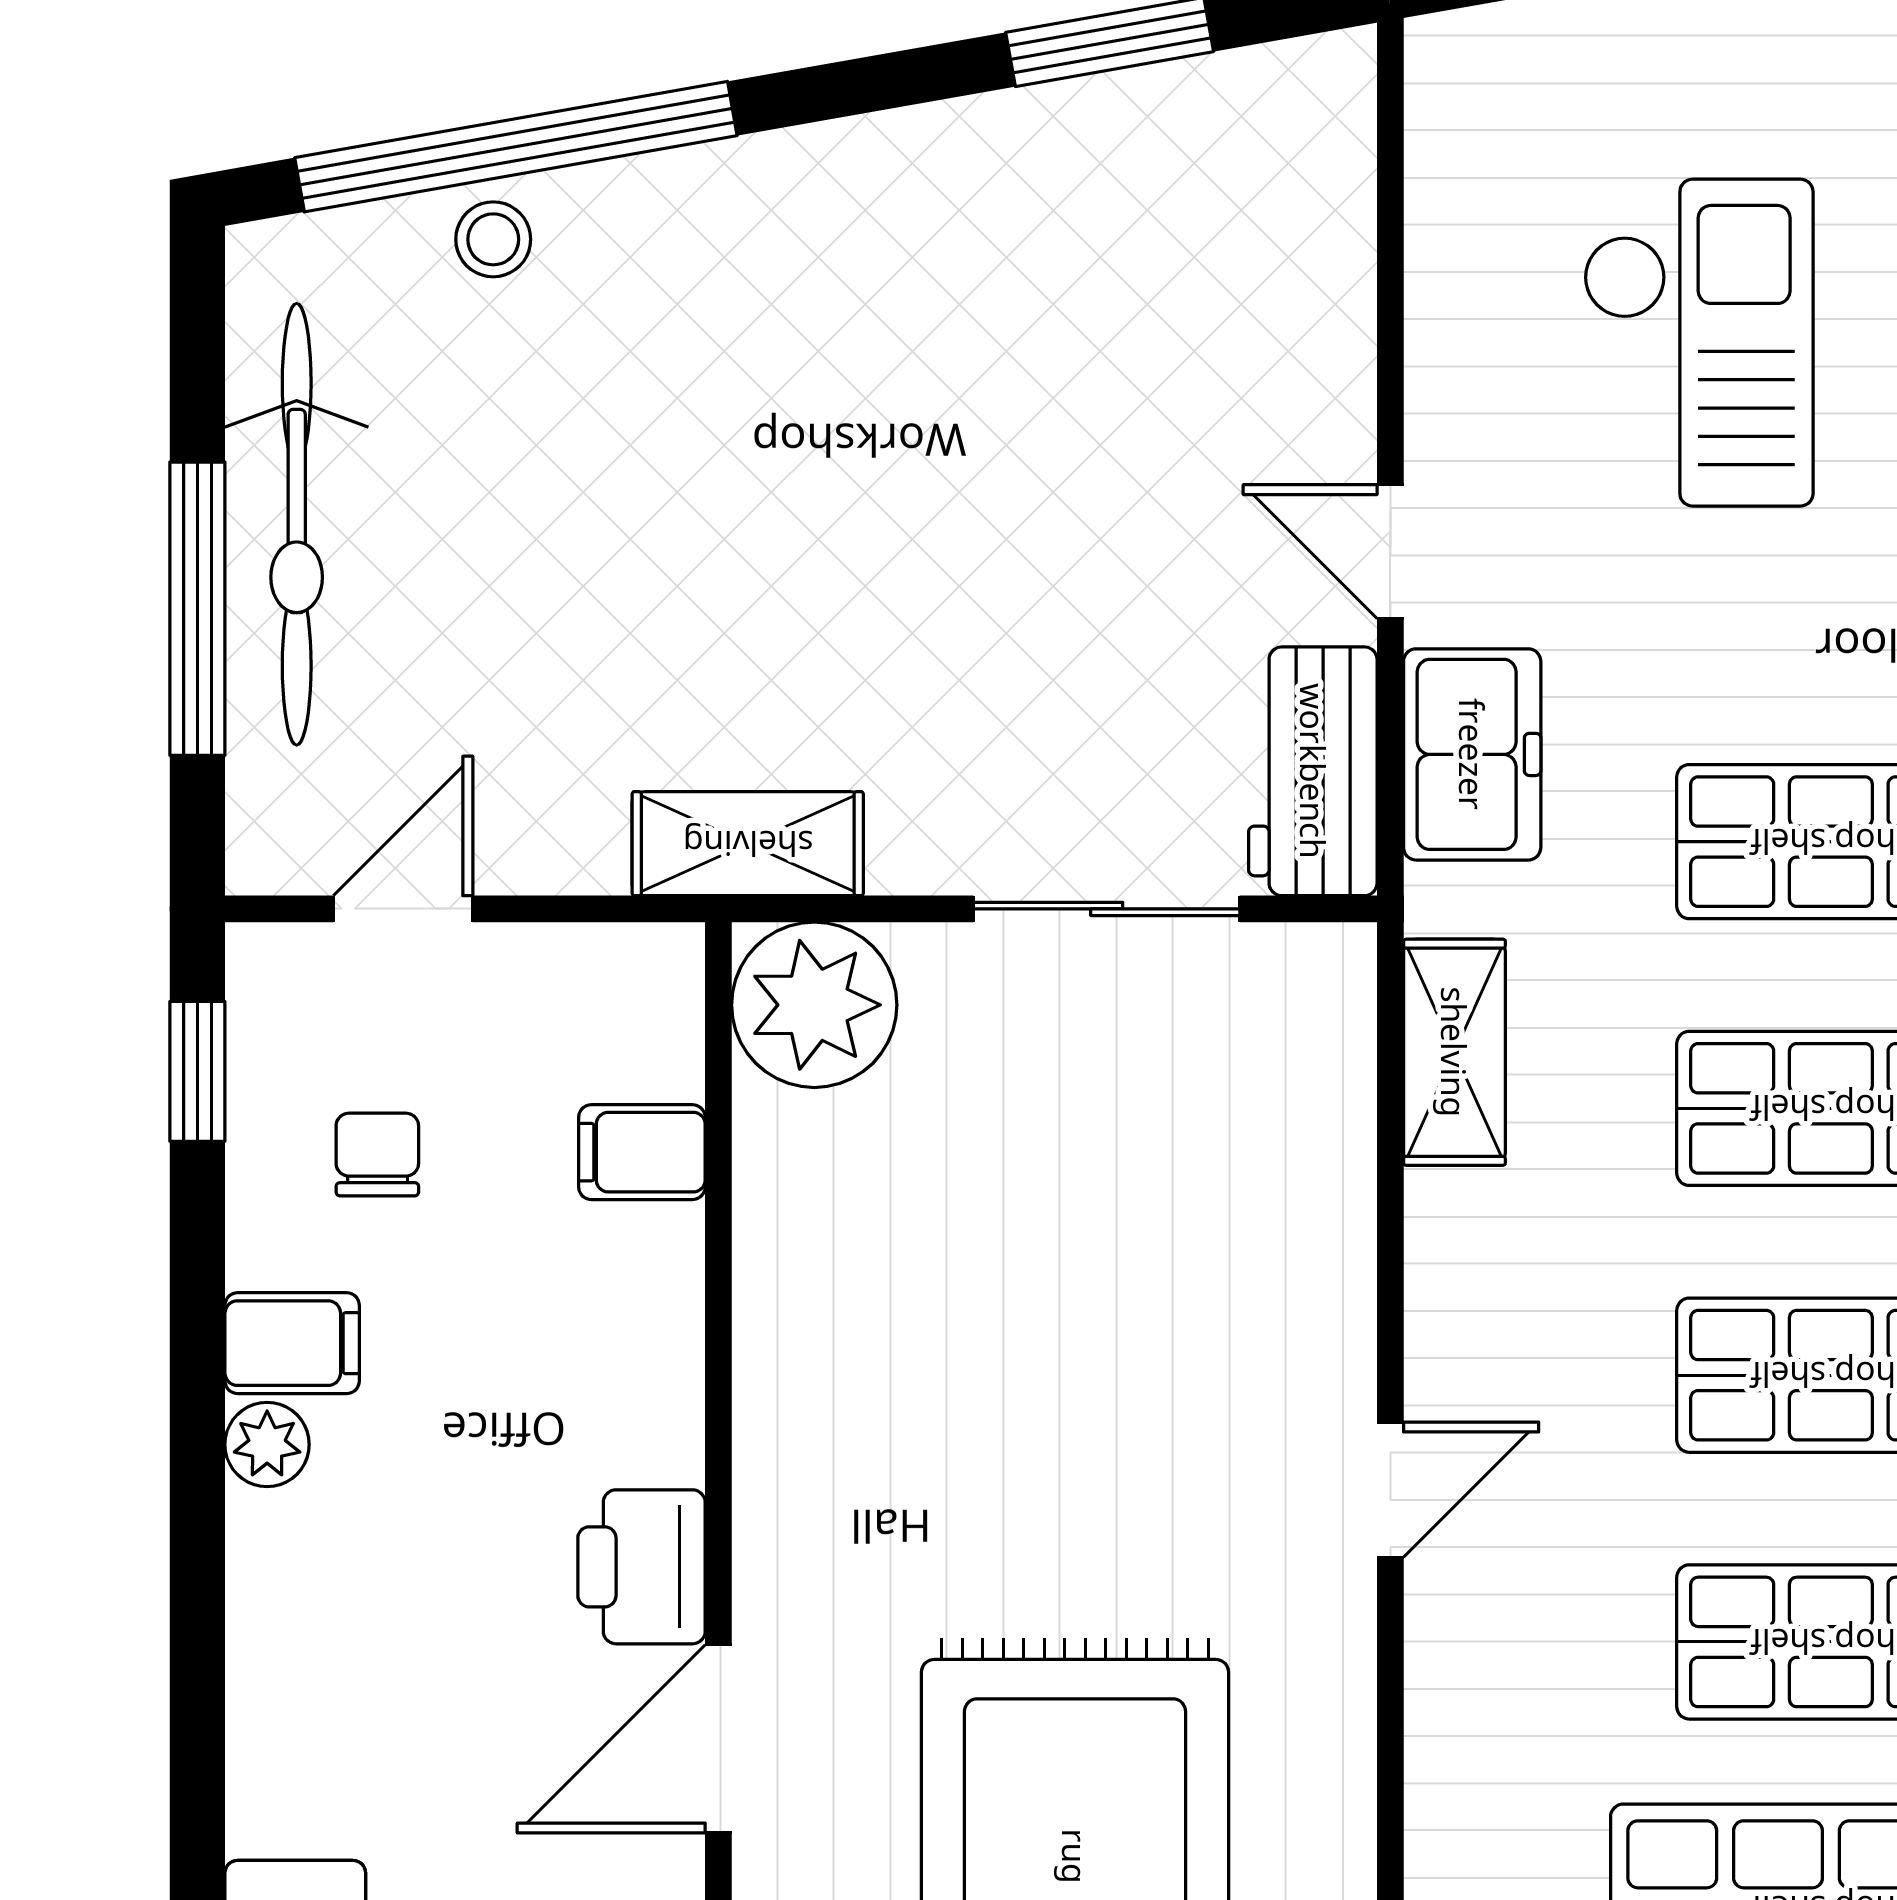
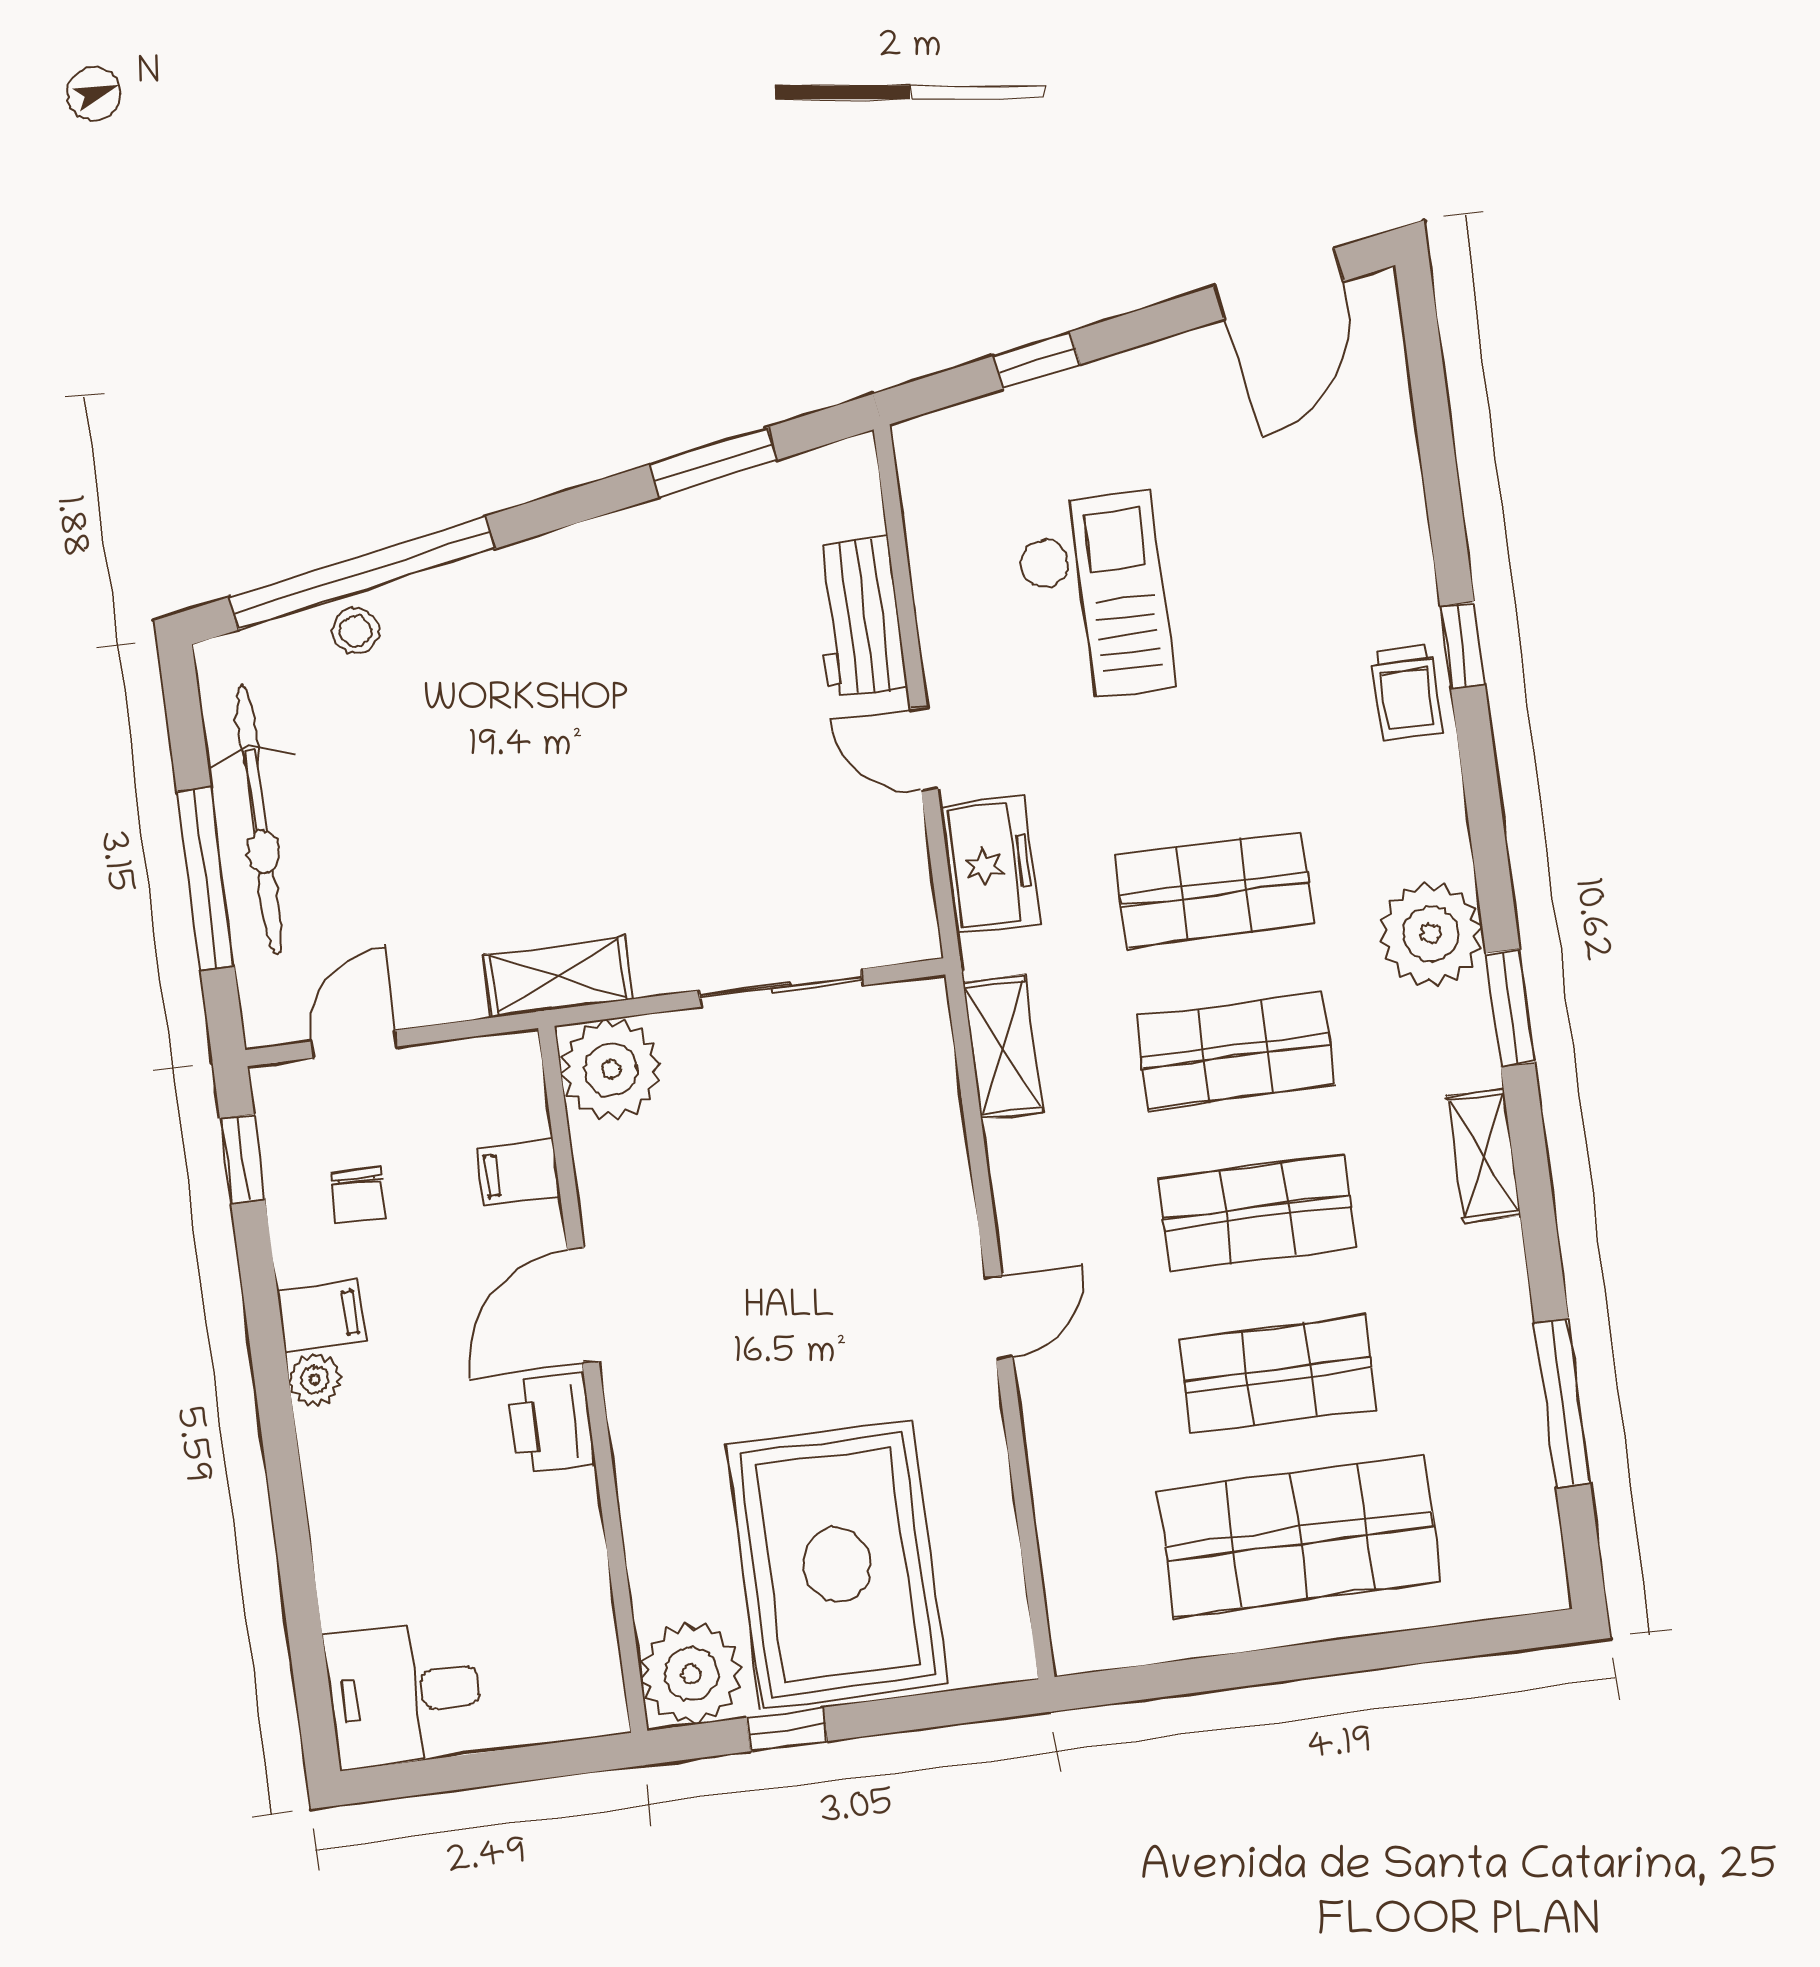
workbench: (1313, 771) -> (859, 617), moved
chair: (377, 1155) -> (358, 1195), turned 180
door: (718, 1739) -> (583, 1306), moved

